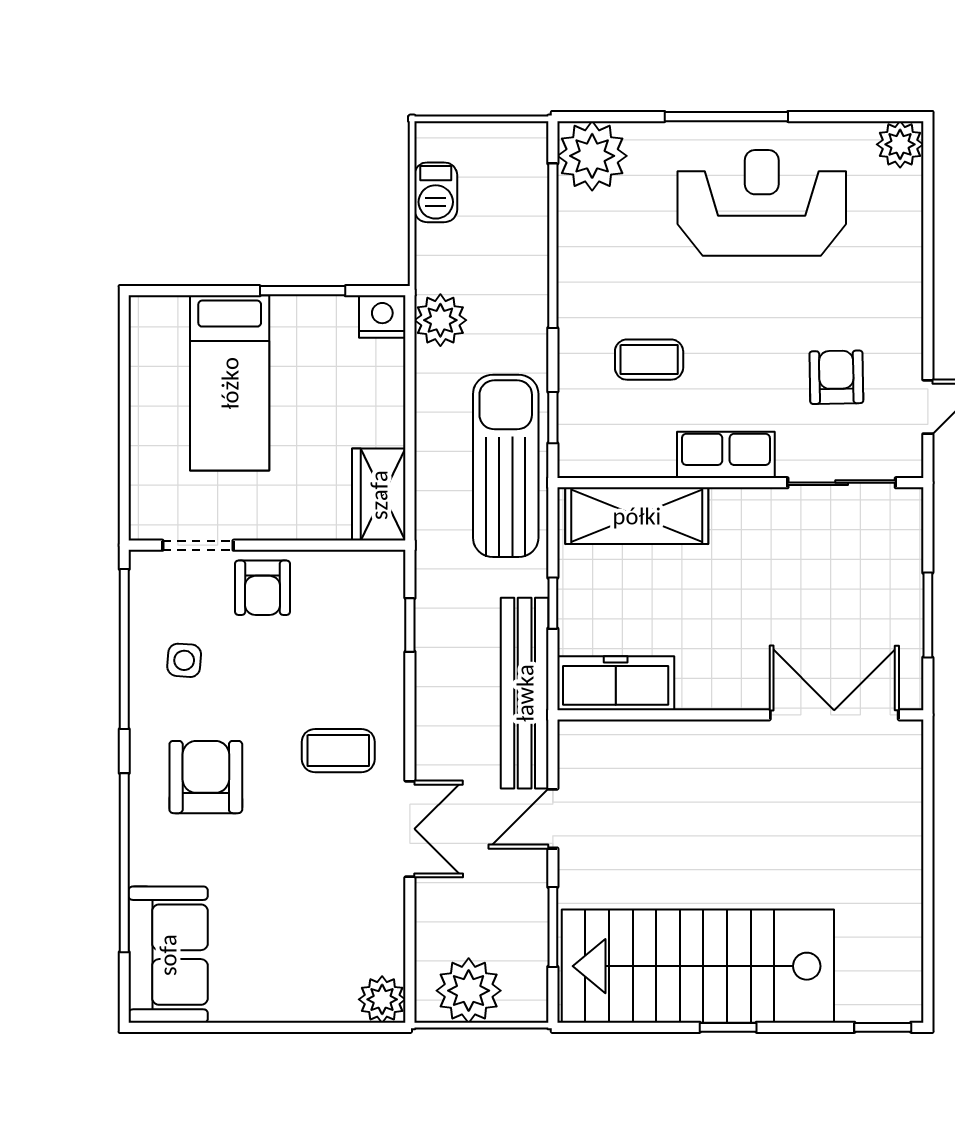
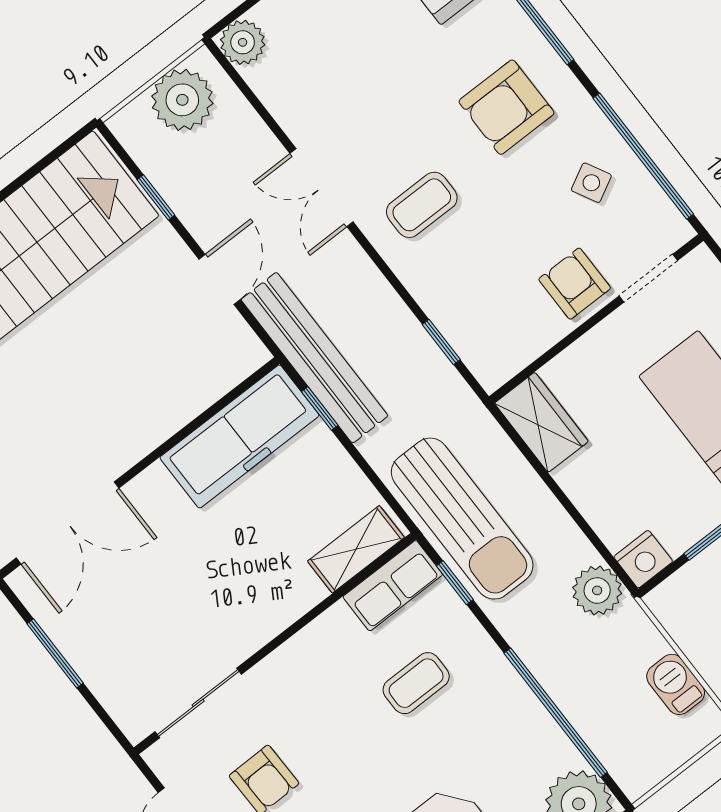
row of seats: (726, 455) -> (393, 586), moved
shelving: (637, 516) -> (356, 549), width x0.67, depth x0.75
window: (553, 603) -> (320, 409), moved
side table: (184, 660) -> (591, 183), turned -32
freezer: (616, 683) -> (239, 436), width x1.36, depth x1.26
armchair: (206, 777) -> (506, 107), turned 90
window: (553, 927) -> (156, 197), width x0.67

